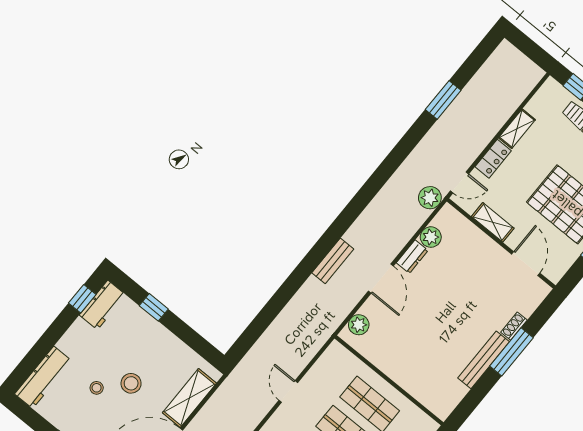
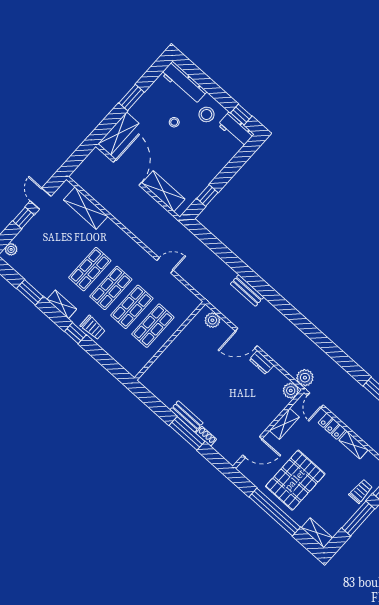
plant: (431, 237) -> (291, 391), moved
bench: (333, 261) -> (247, 290), moved
window: (154, 307) -> (207, 196), moved
bench: (484, 360) -> (187, 416), width x0.73
stool: (131, 383) -> (206, 114), moved

